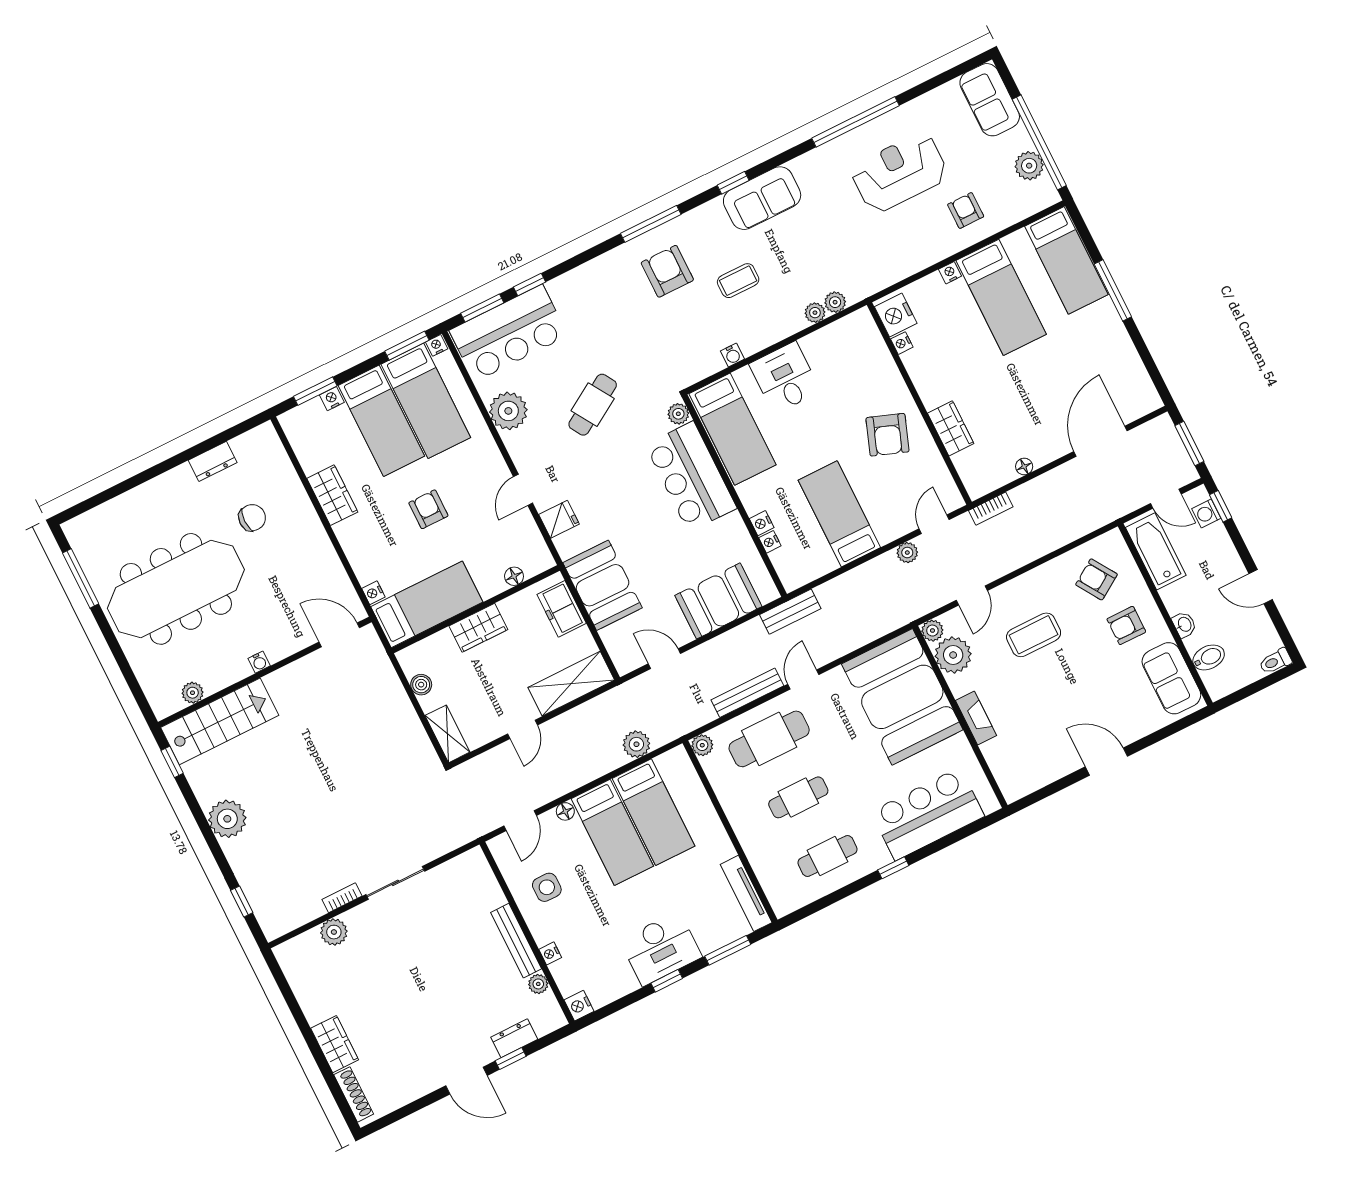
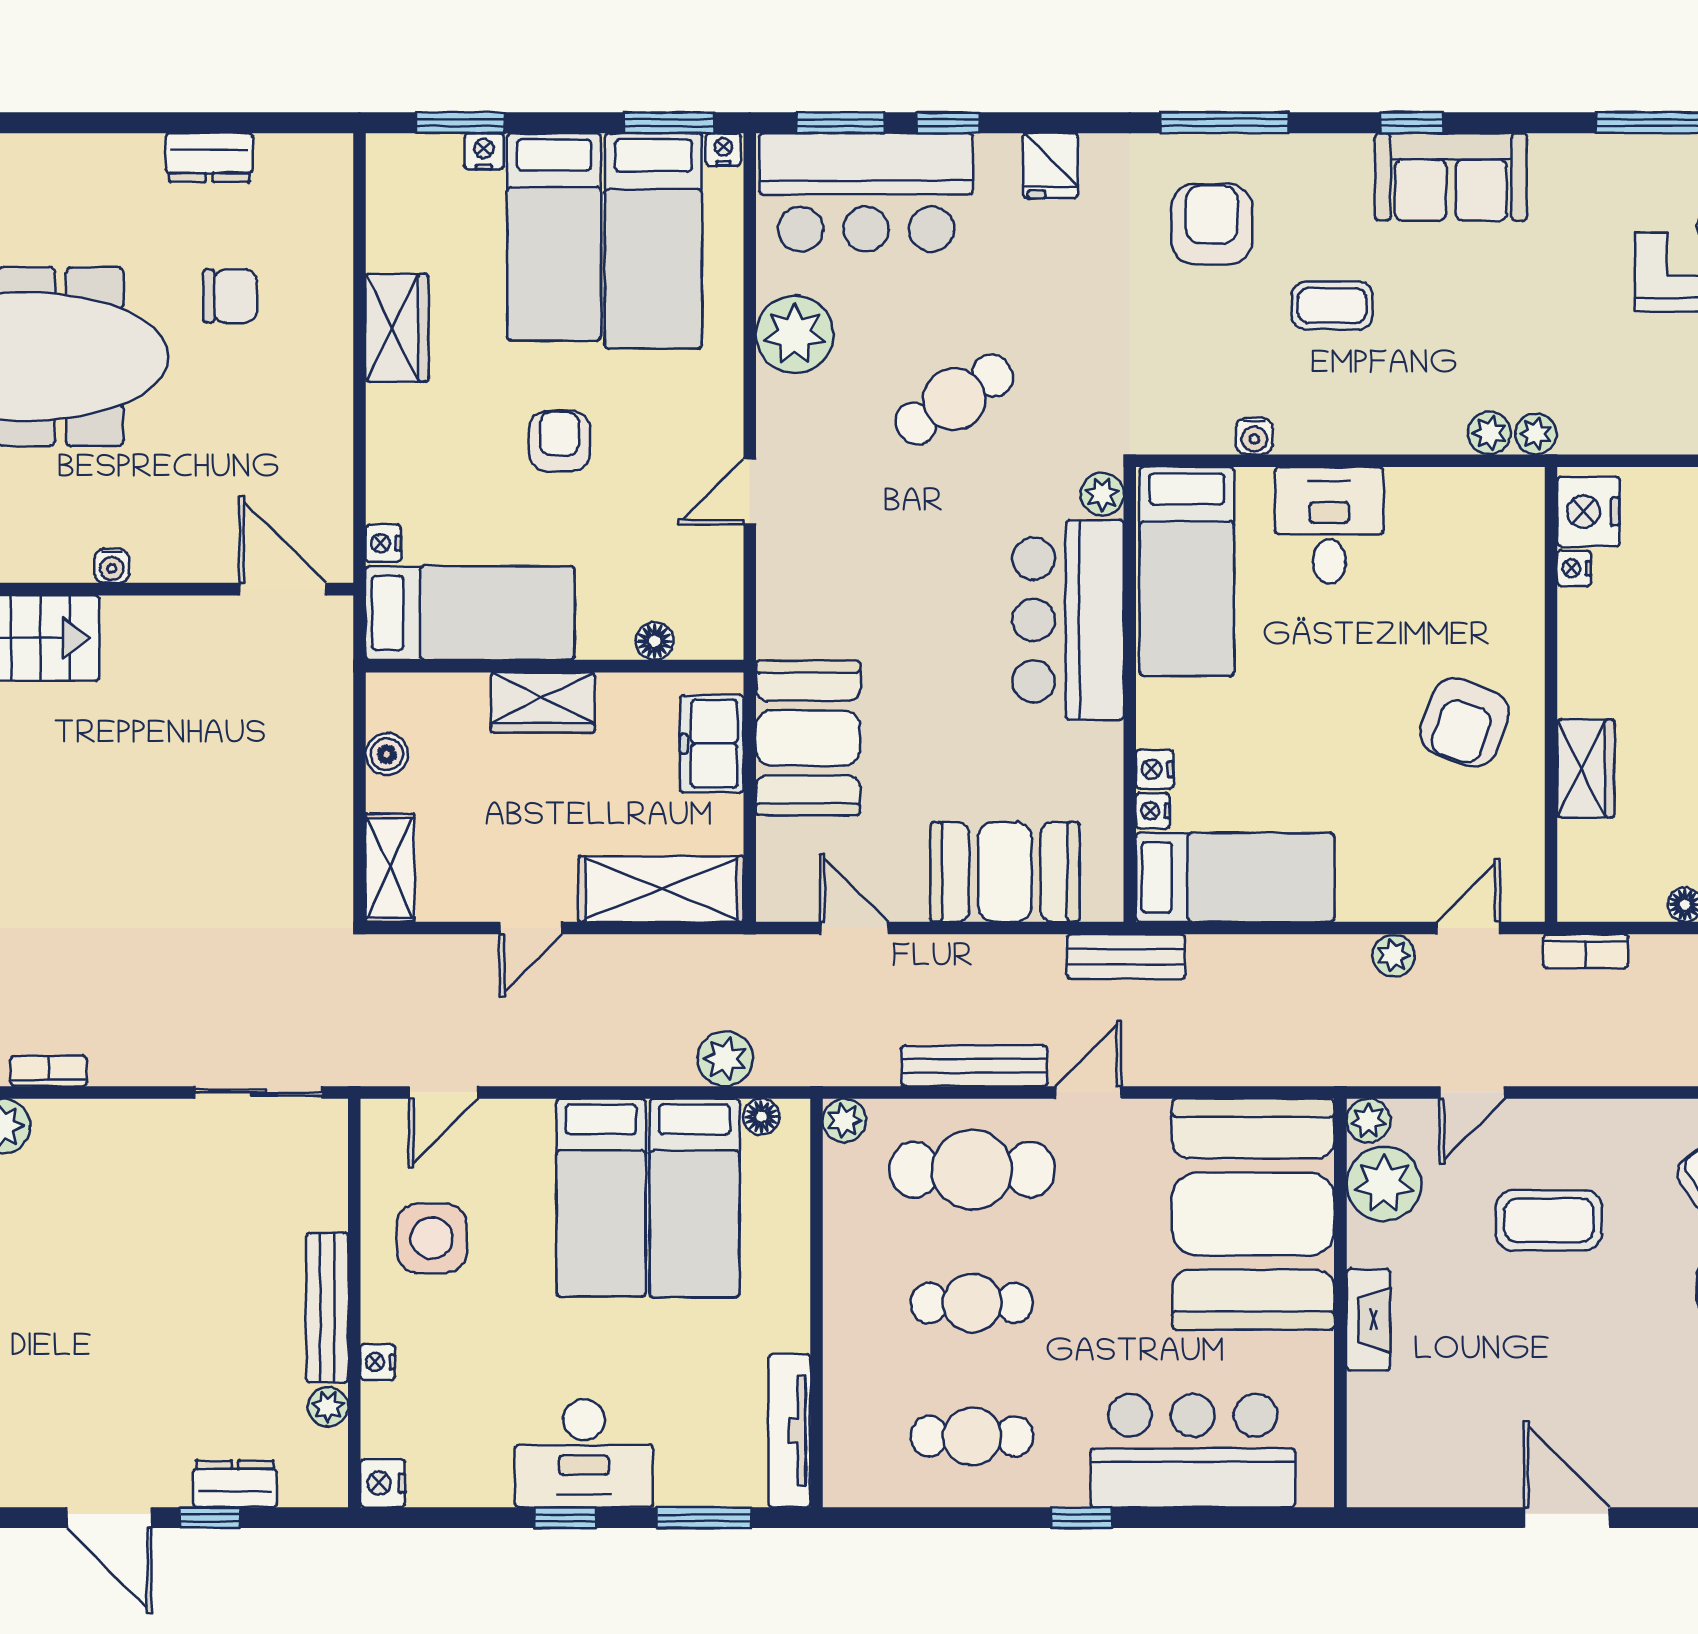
plant: (815, 313) -> (1536, 434), moved
bed: (839, 514) -> (1235, 877), moved, turned 90
fridge: (559, 519) -> (1051, 166), moved, turned 90
floor lamp: (565, 811) -> (761, 1117), moved
sliding door: (395, 883) -> (259, 1092), moved
side table: (547, 887) -> (432, 1238), width x1.37, depth x1.37

